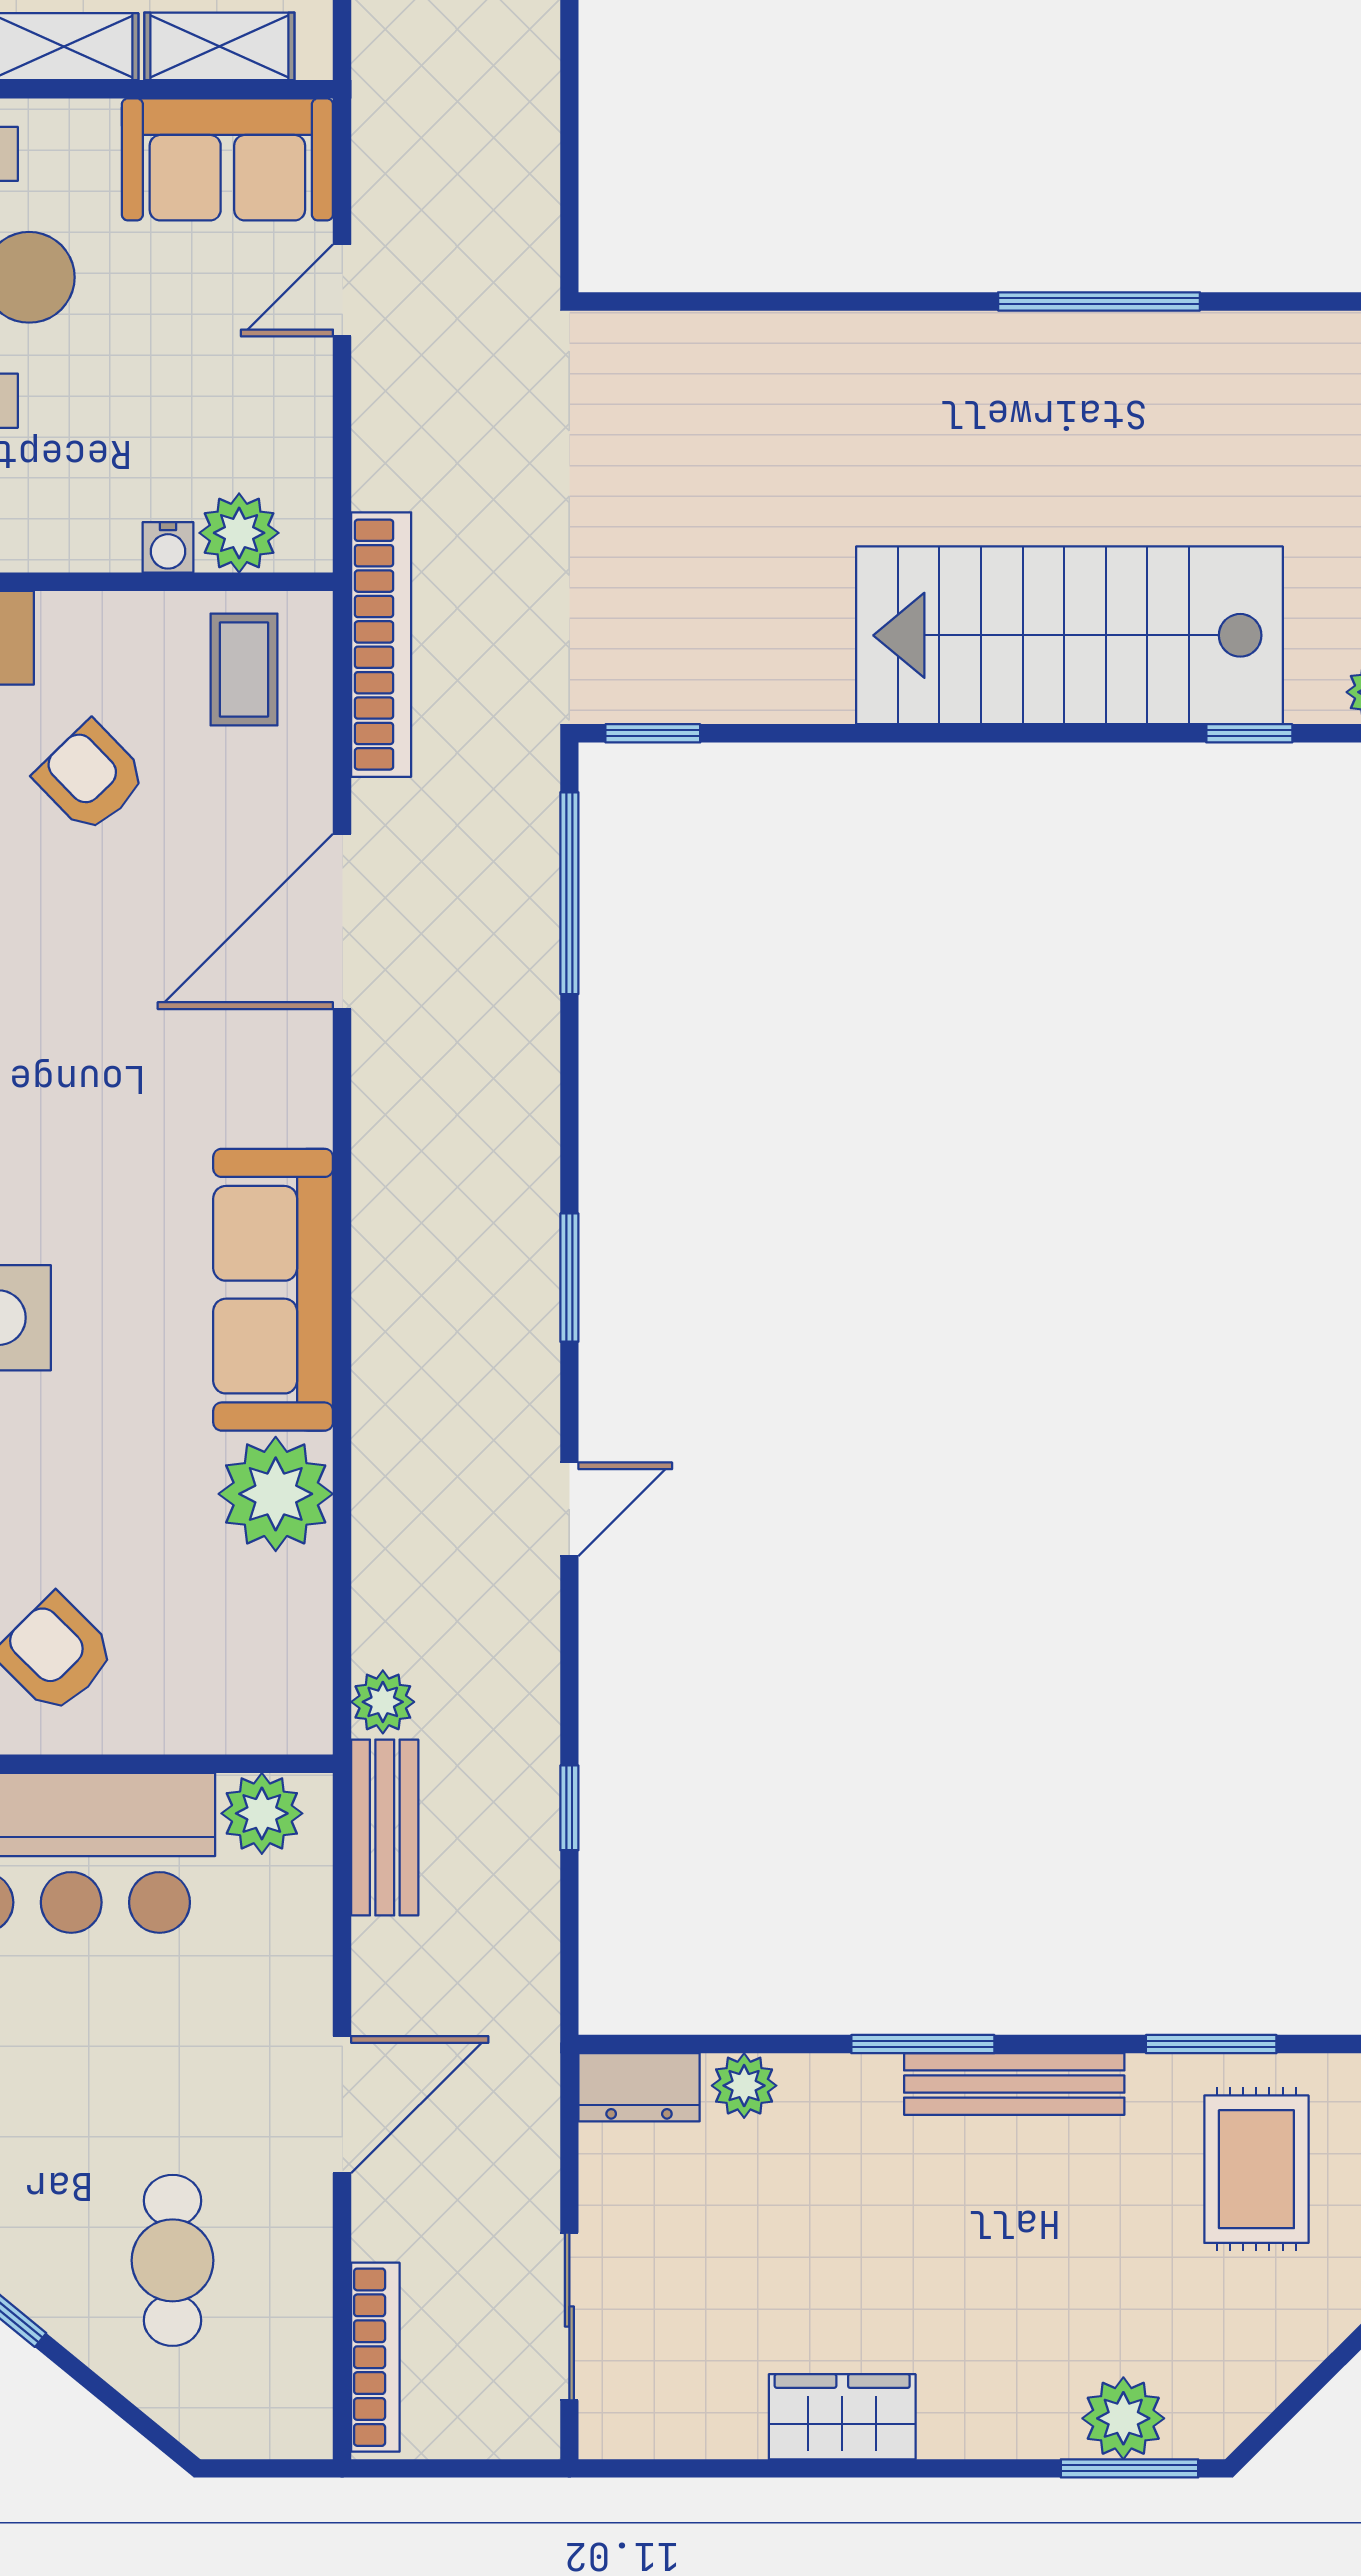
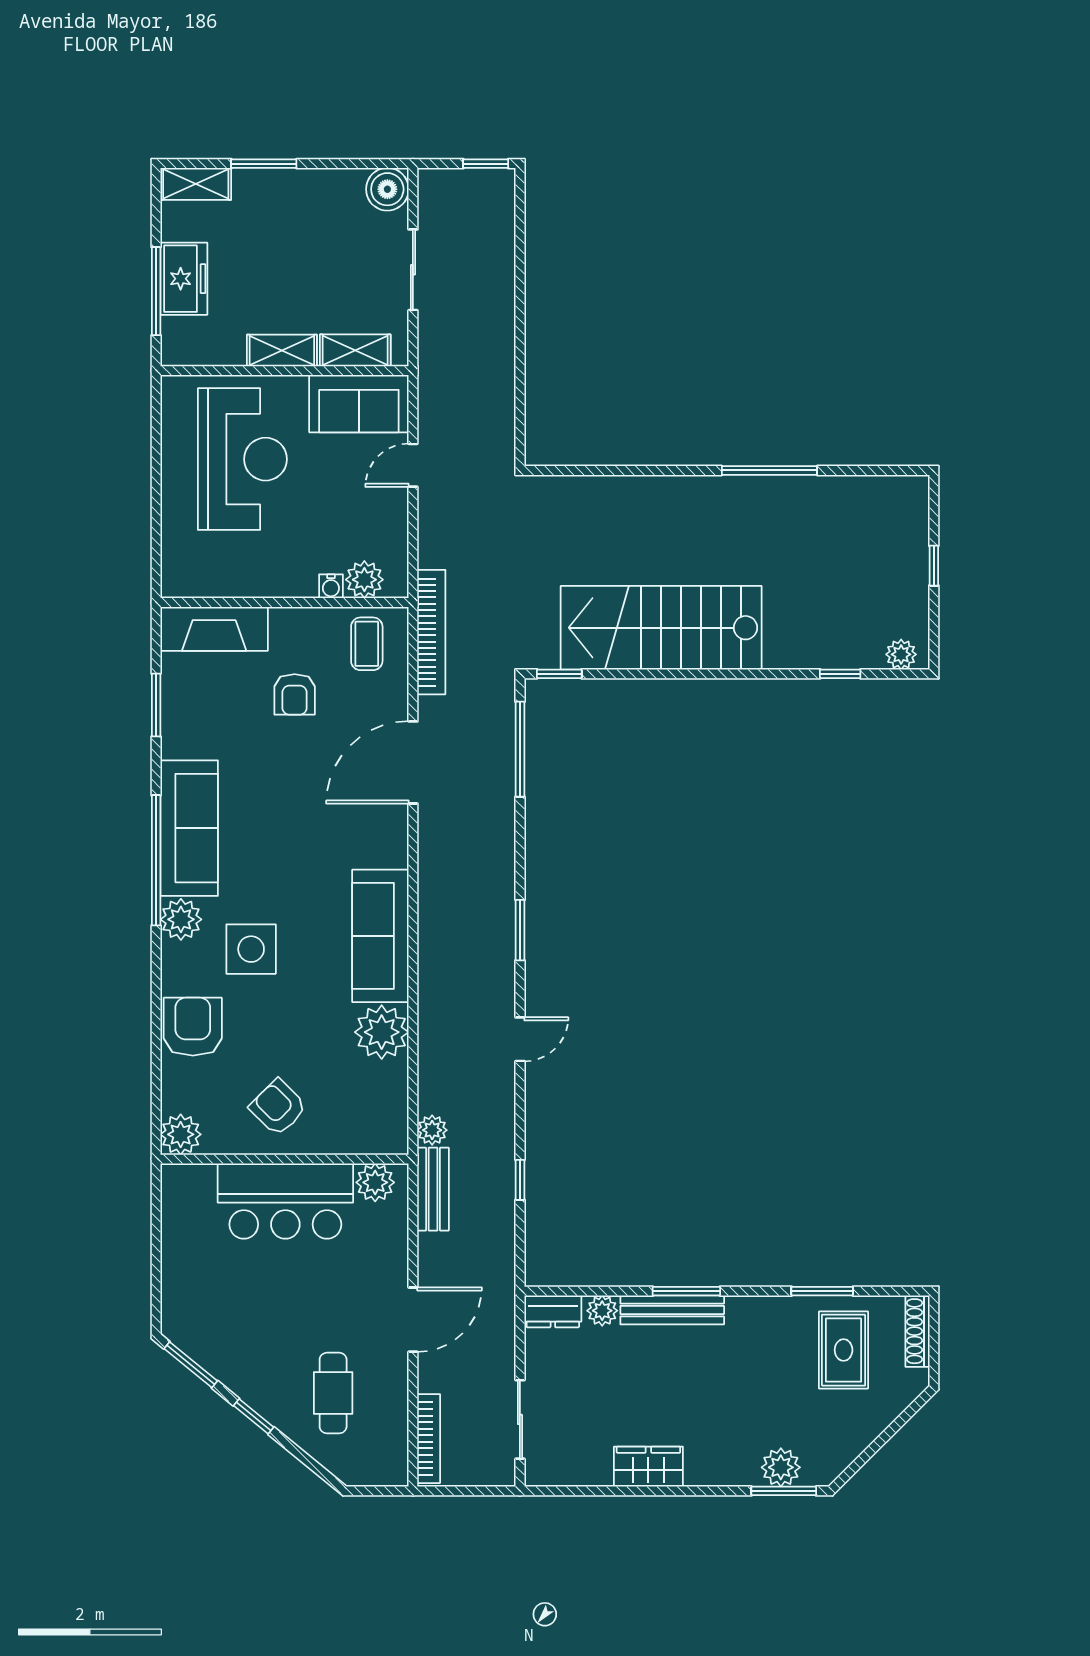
stairs: (1069, 635) -> (661, 628), moved
armchair: (91, 777) -> (295, 694), turned -136
bench: (1014, 2084) -> (672, 1310), moved

